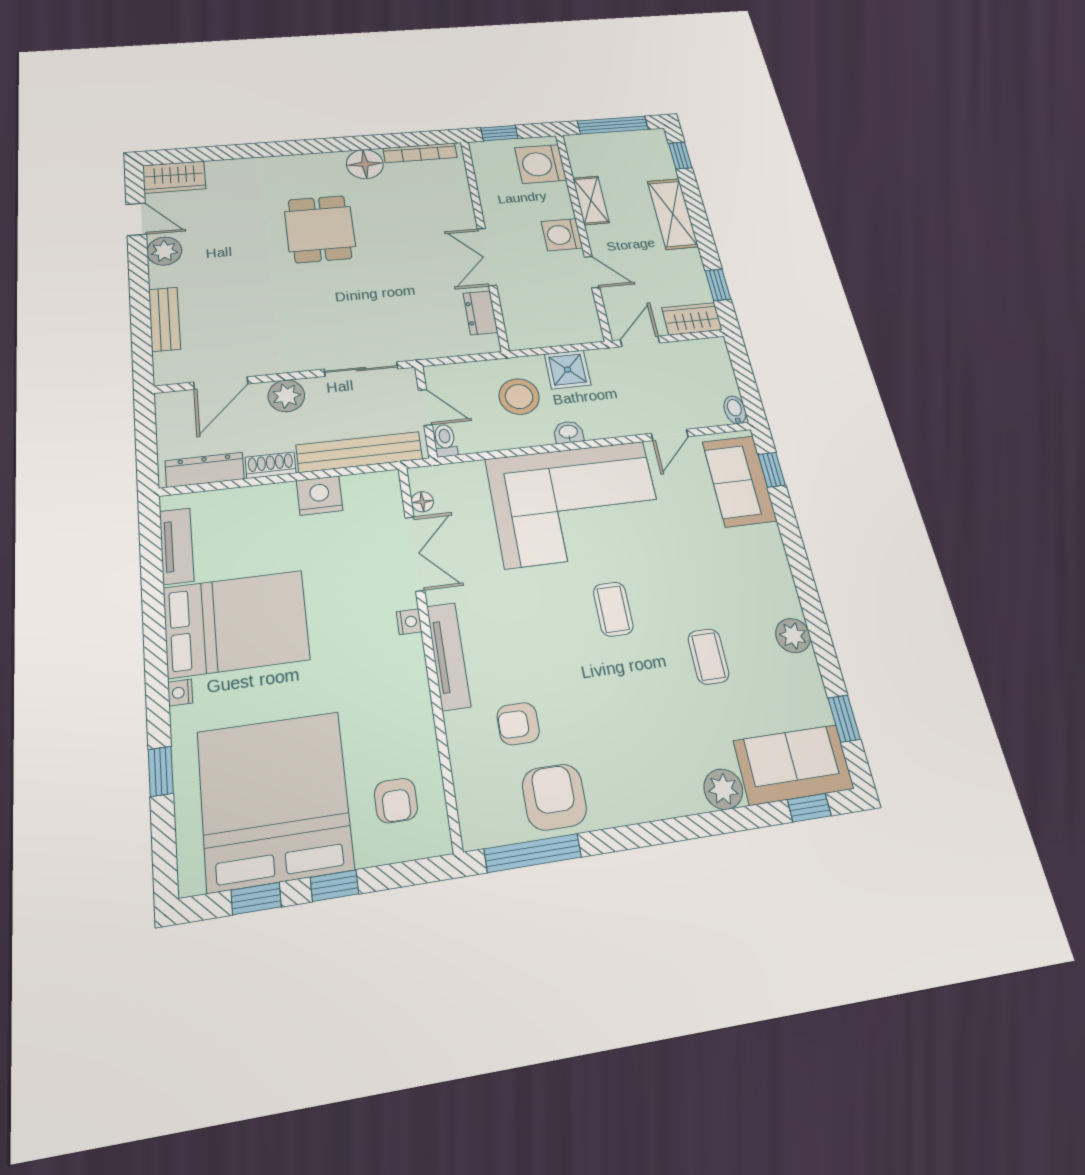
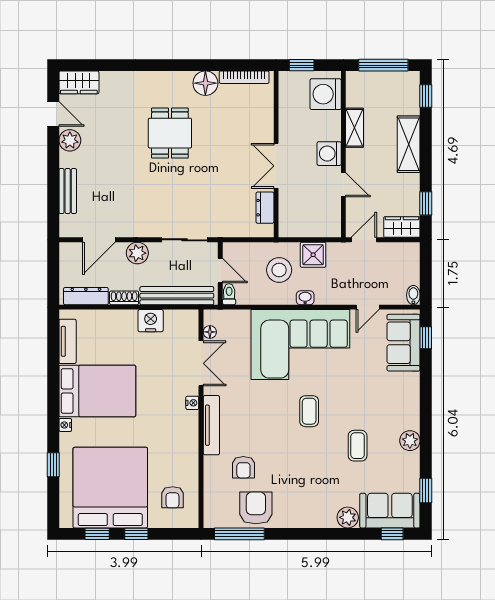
armchair: (518, 724) -> (243, 467), turned -90

